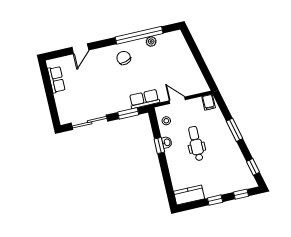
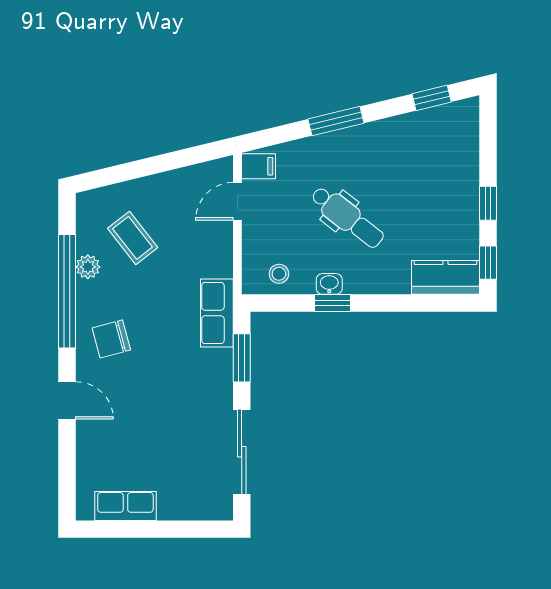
door: (80, 49) -> (67, 400), moved
coffee table: (167, 57) -> (133, 238), added
door: (177, 100) -> (237, 201), moved
dental chair: (196, 144) -> (347, 217), turned -142
window: (241, 194) -> (488, 263), moved
kitchen counter: (189, 195) -> (445, 277), moved, turned 90

